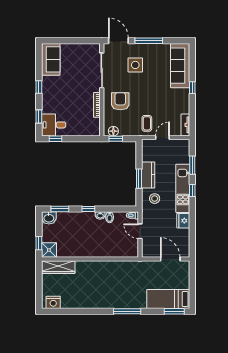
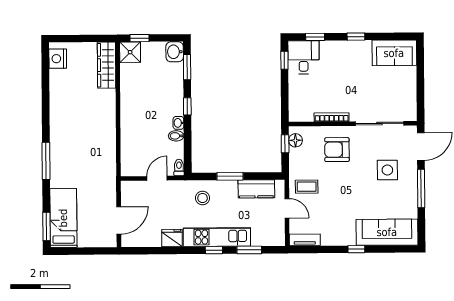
armchair: (120, 101) -> (337, 150), turned 180
kitchen counter: (148, 175) -> (256, 189), moved

